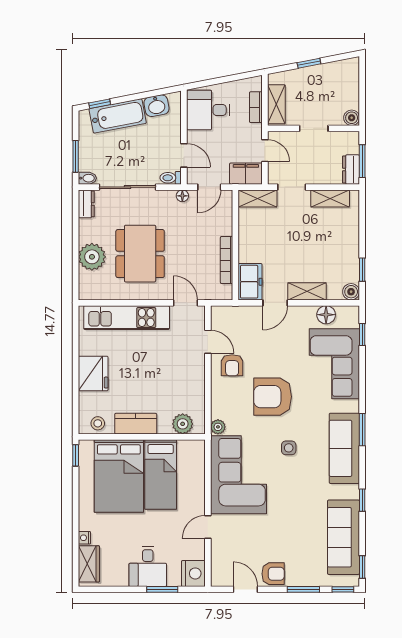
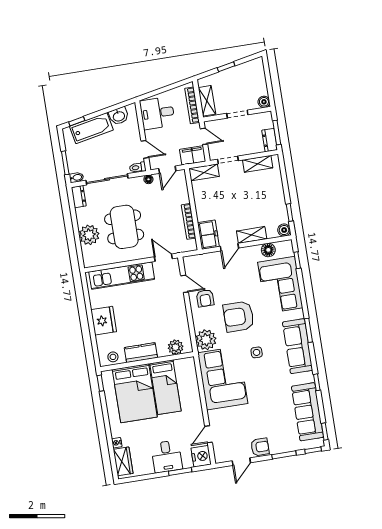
bookcase: (256, 107) -> (192, 105), width x1.56
plant: (218, 427) -> (206, 340), width x1.87, depth x1.87
door: (208, 527) -> (209, 434), moved
door: (245, 589) -> (241, 462), swing flipped

